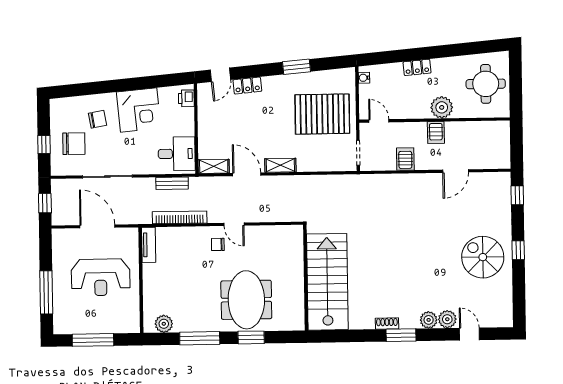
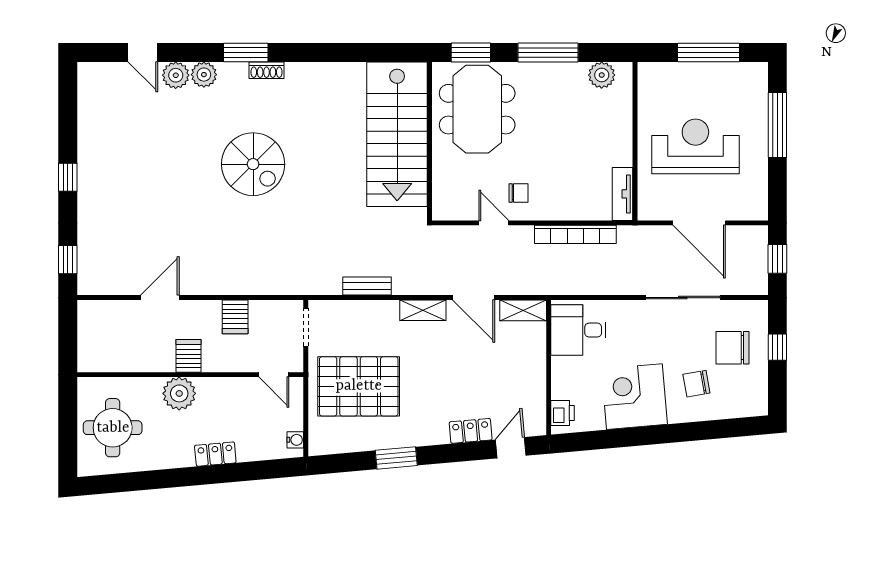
bench: (172, 183) -> (367, 286), moved
spiral stairs: (483, 257) -> (253, 164), moved
wall: (306, 278) -> (430, 141), moved
stairs: (327, 282) -> (397, 134), moved

